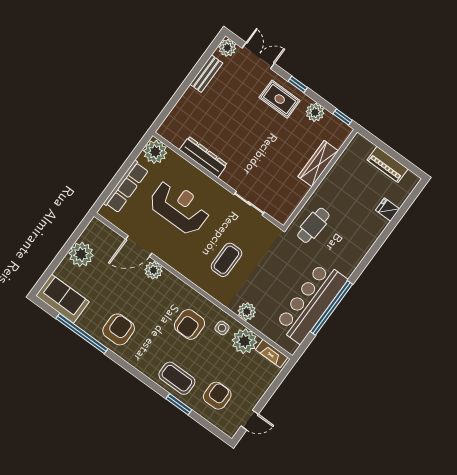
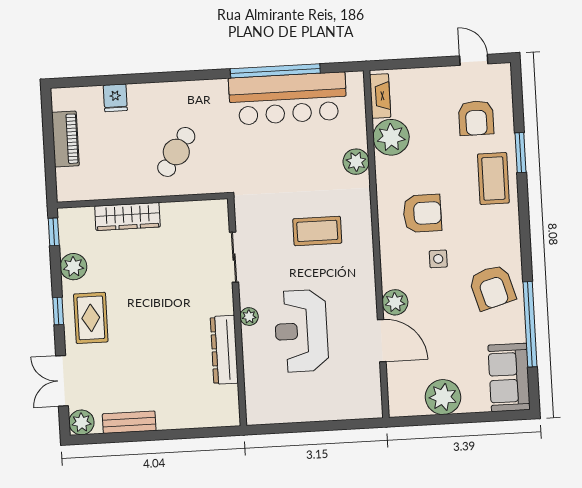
plant: (155, 152) -> (249, 317), moved, width x0.53, depth x0.53
row of seats: (126, 187) -> (327, 409), removed
cafe table: (313, 225) -> (176, 152), moved, turned -60
side table: (222, 328) -> (438, 259), moved
armchair: (119, 329) -> (492, 287), turned -106
armchair: (217, 396) -> (476, 118), turned -90

